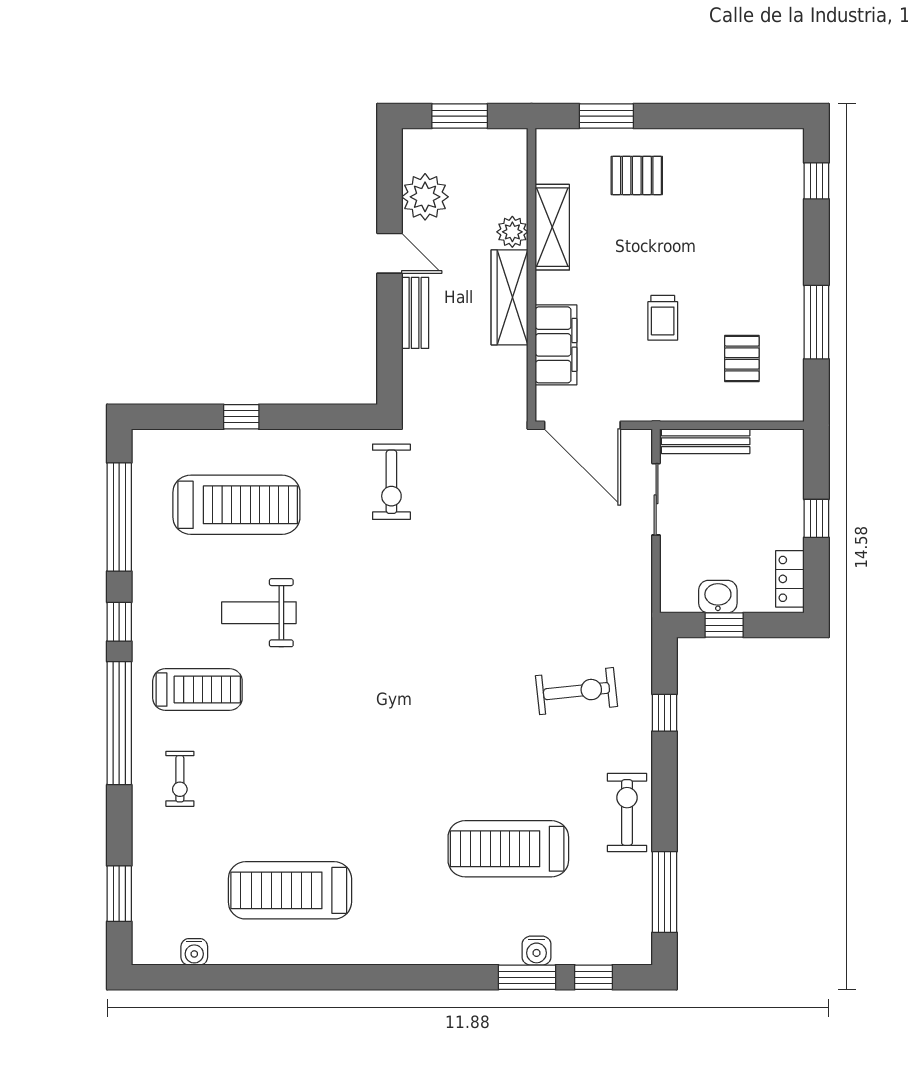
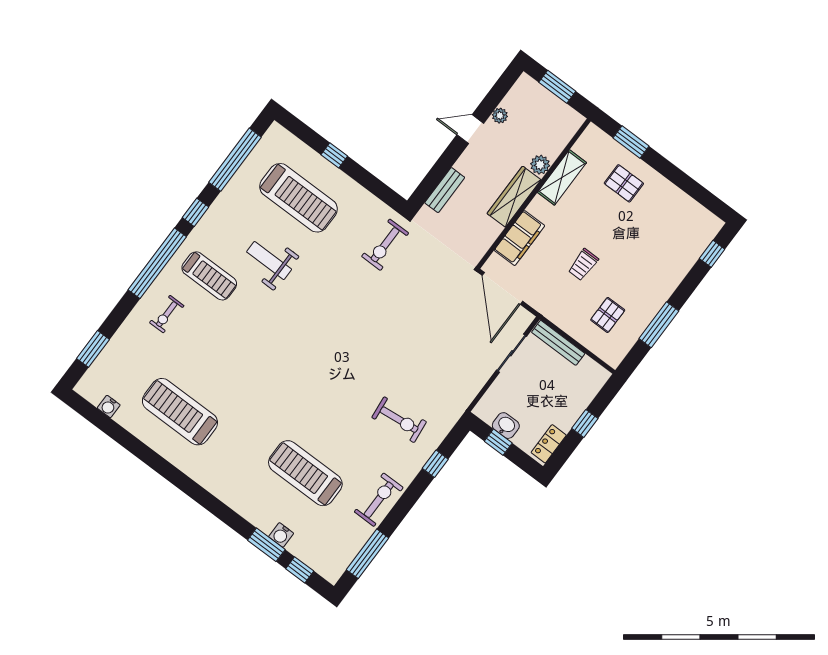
plant: (425, 197) -> (500, 116), width x0.53, depth x0.53
door: (389, 253) -> (470, 129), swing flipped
bench: (415, 313) -> (445, 190), moved

